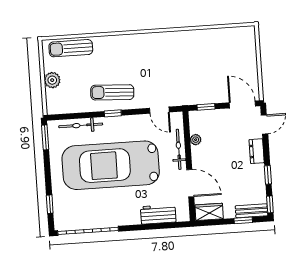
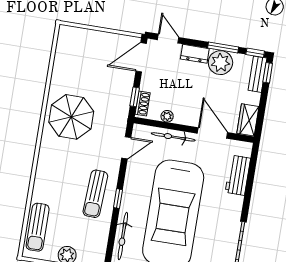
parasol: (175, 55) -> (71, 117), added
shoe rack: (202, 115) -> (143, 103), added
window: (268, 175) -> (223, 48), width x1.50
plant: (254, 176) -> (220, 63), added
door: (190, 183) -> (212, 133), hinge flipped
window: (243, 220) -> (268, 73), moved

